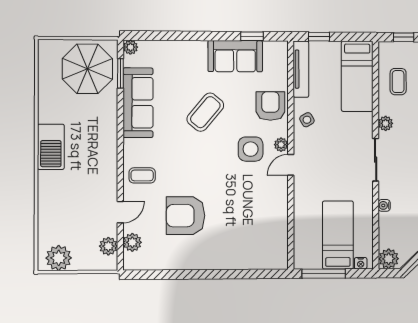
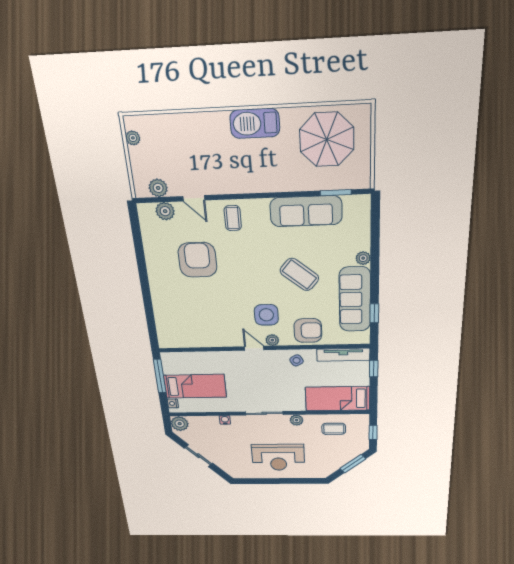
plant: (130, 47) -> (363, 258), moved
sofa: (235, 56) -> (355, 299), width x1.36
parasol: (87, 69) -> (327, 140), moved
plant: (59, 258) -> (133, 138), width x0.53, depth x0.53

